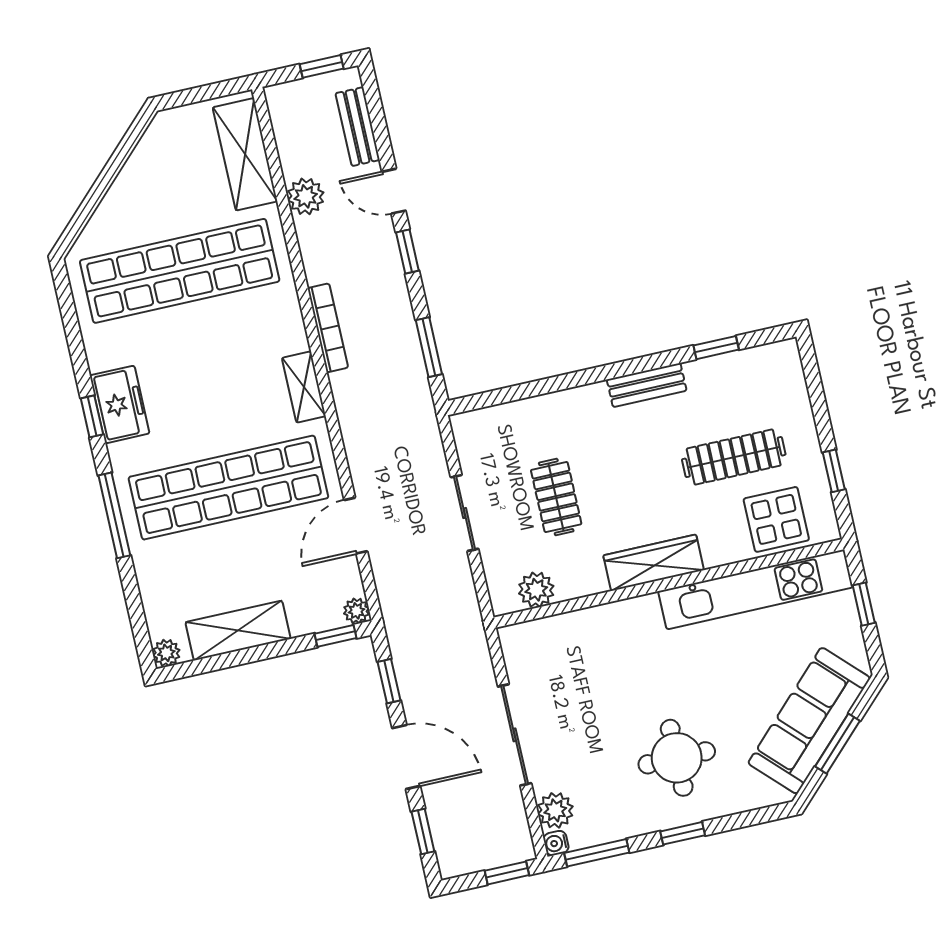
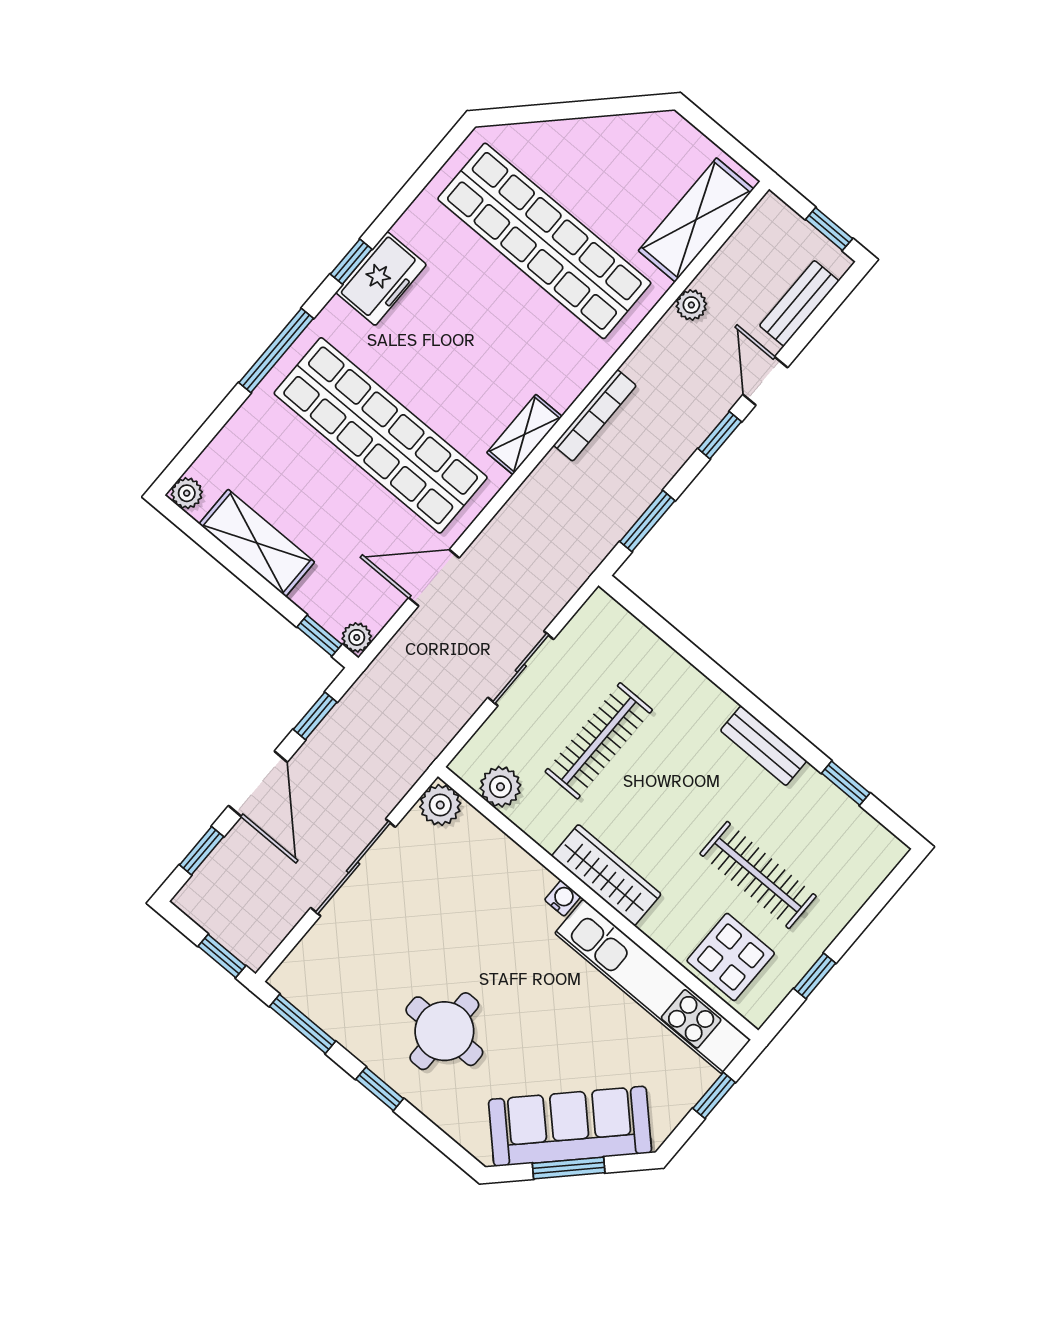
plant: (306, 196) -> (691, 305), width x0.73, depth x0.73
clothes rail: (556, 497) -> (599, 741), width x1.36
plant: (555, 810) -> (440, 805), moved
water cooler: (556, 843) -> (563, 898), moved, turned 90

